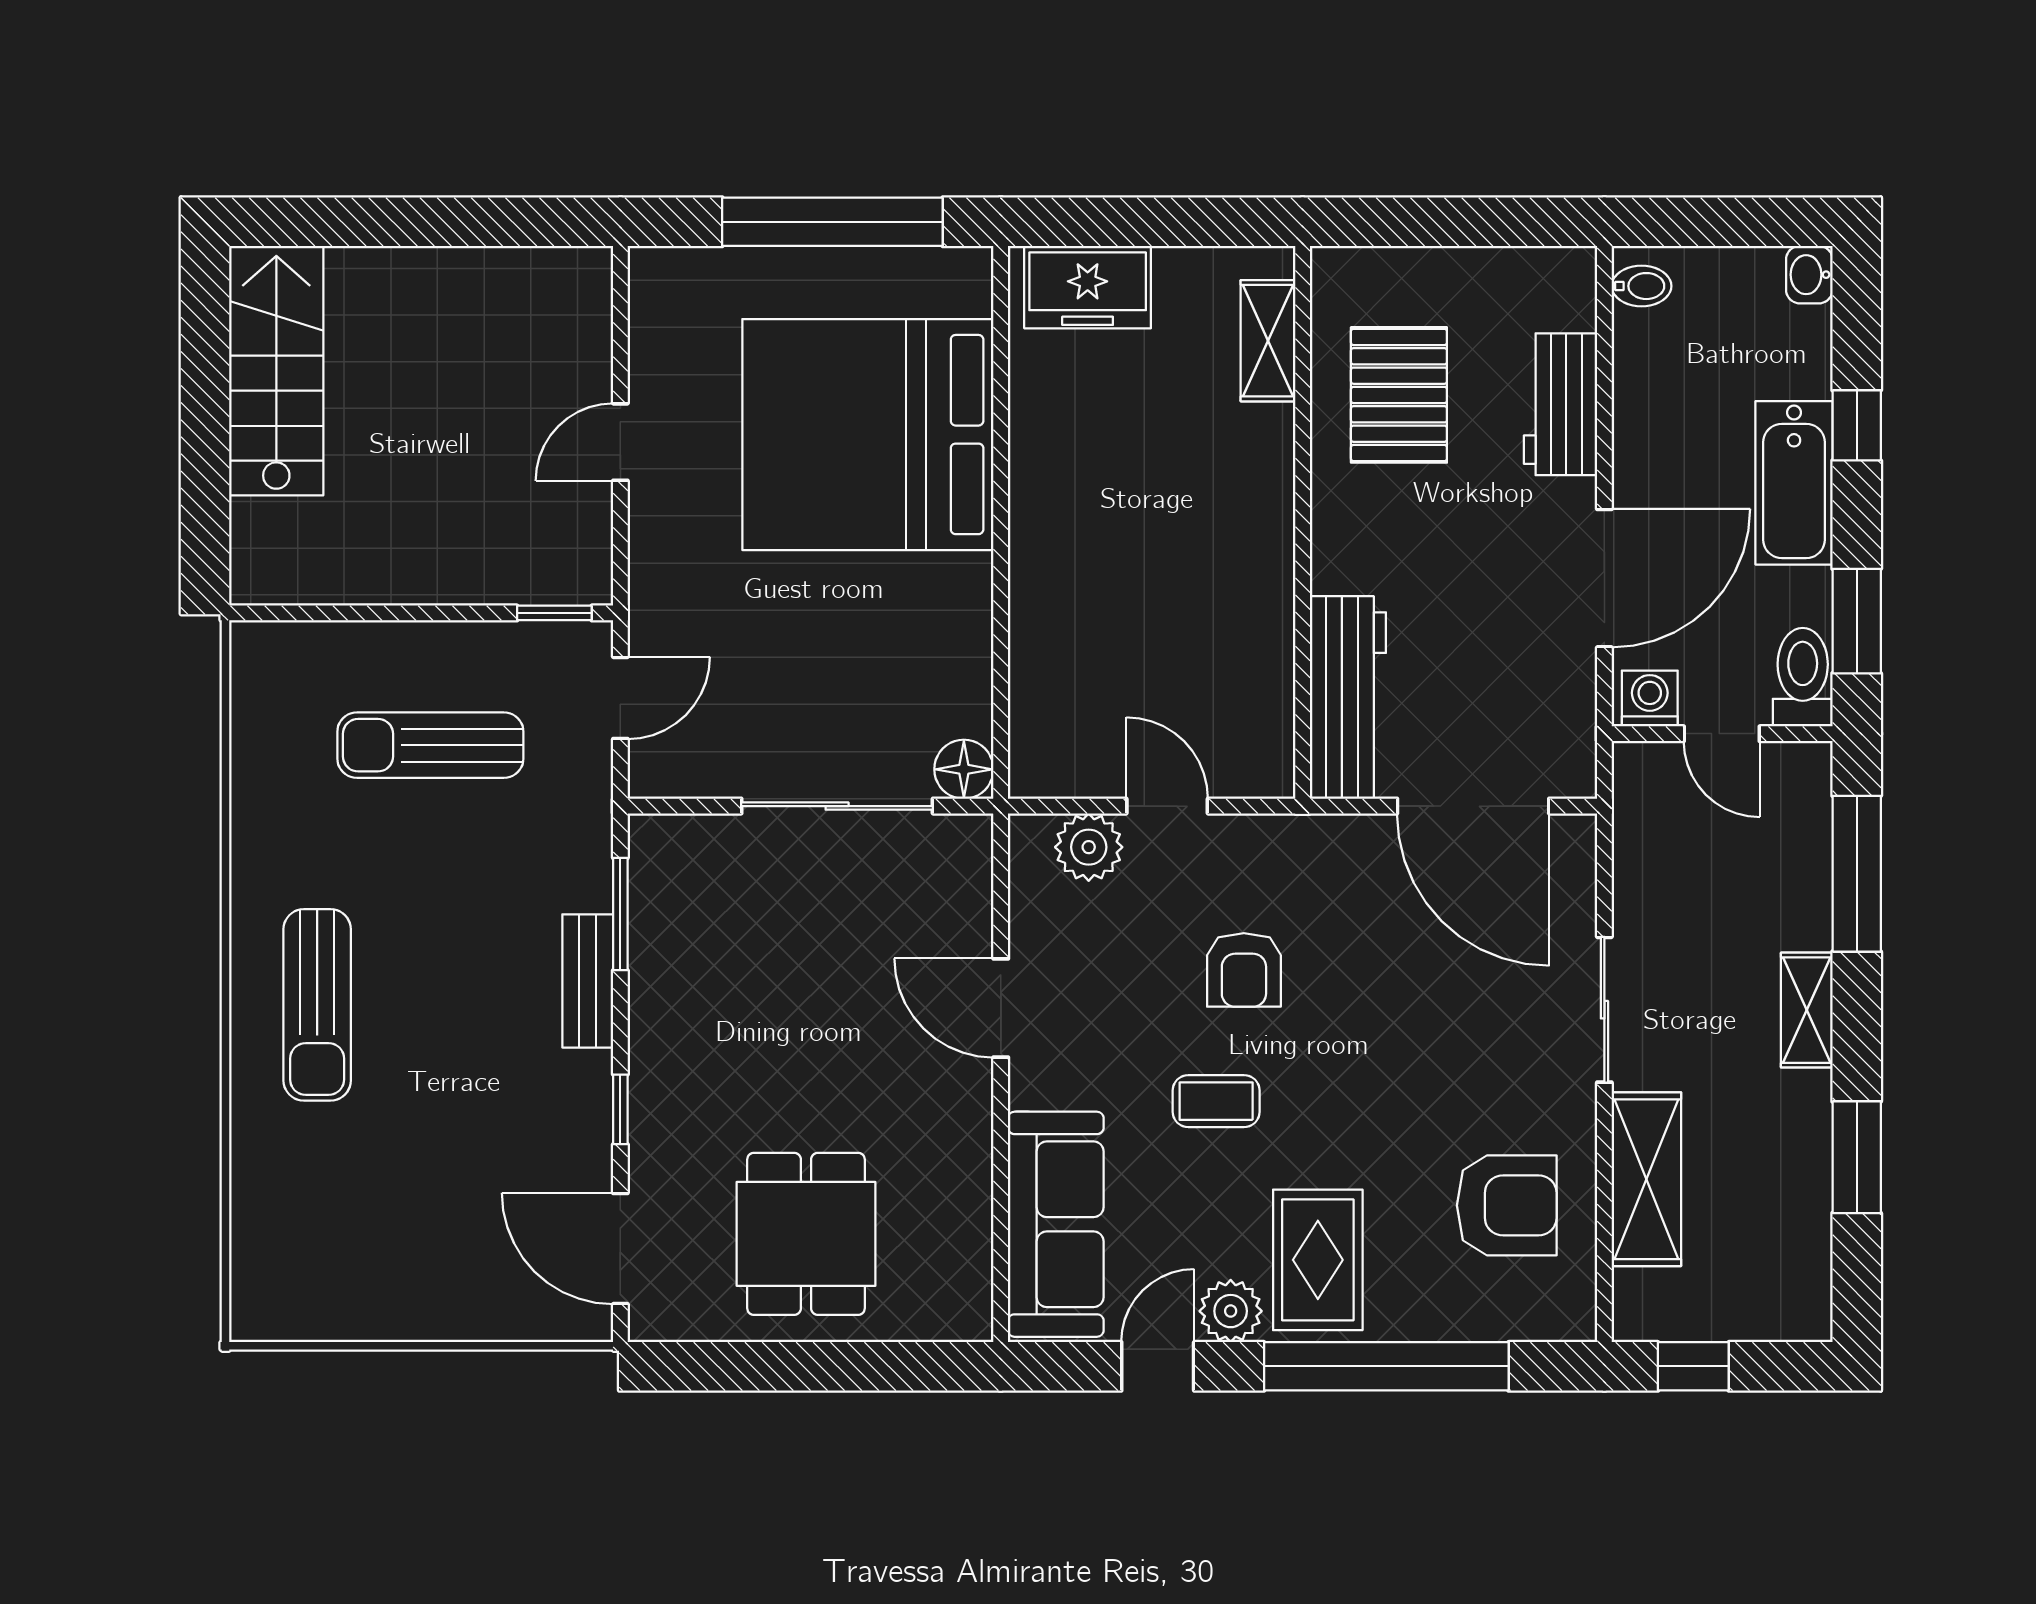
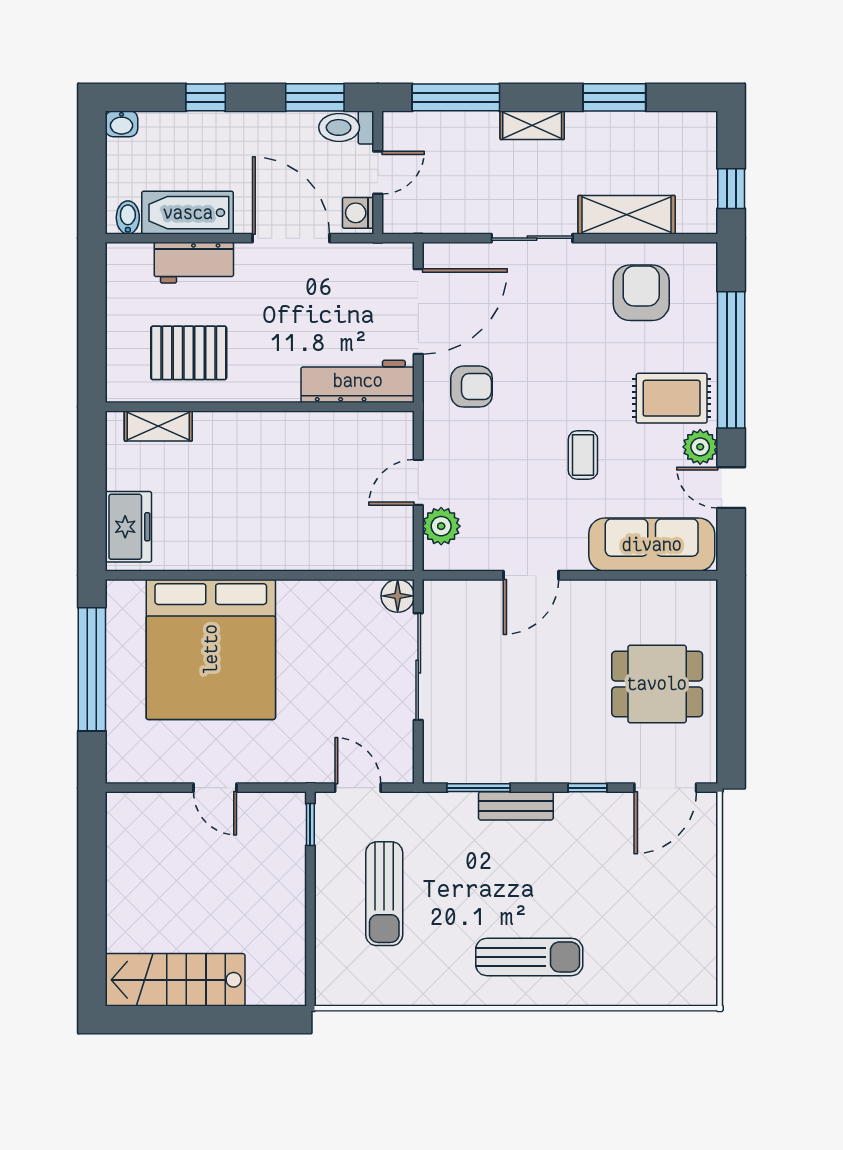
bathtub: (1794, 483) -> (188, 213), moved, turned 180
armchair: (1244, 970) -> (472, 387), moved

